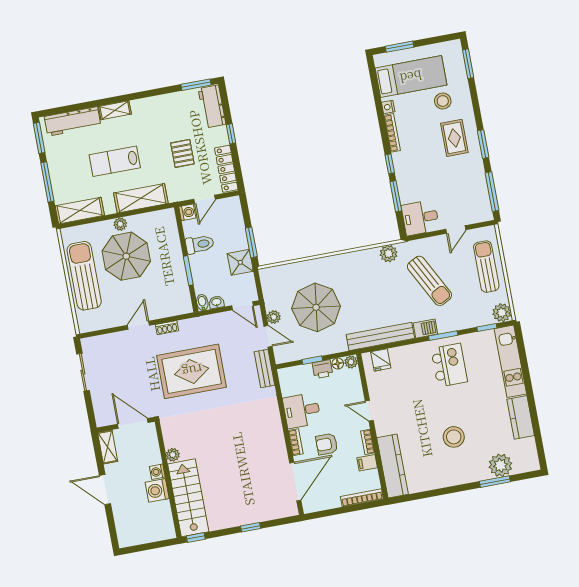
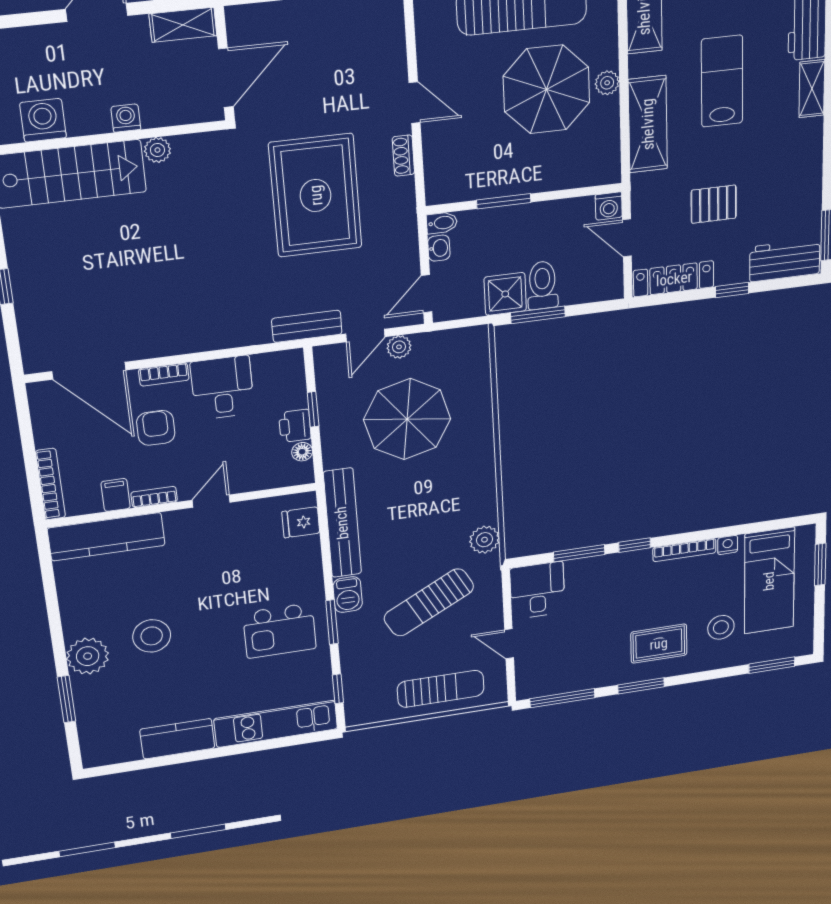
toilet: (200, 244) -> (542, 285), moved, turned 180
plant: (502, 313) -> (360, 711), removed
plant: (351, 362) -> (303, 474), removed
plant: (500, 465) -> (88, 656), moved
washing machine: (157, 490) -> (43, 120), moved

